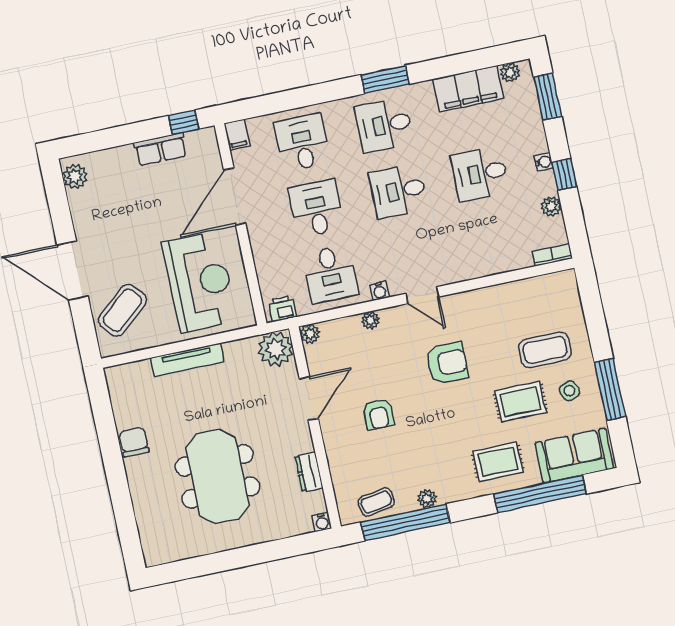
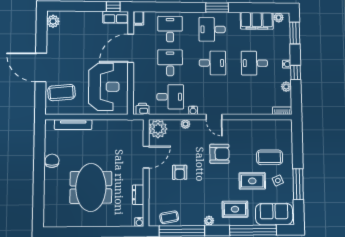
row of seats: (161, 149) -> (116, 17), moved
desk: (398, 191) -> (212, 63), turned 180
desk: (330, 274) -> (170, 97), turned -90
coffee table: (122, 310) -> (62, 93), turned 36
plant: (310, 334) -> (158, 129), width x1.88, depth x1.88
plant: (276, 349) -> (135, 128), removed
tv unit: (187, 360) -> (73, 125), moved
plant: (427, 499) -> (209, 221), moved

